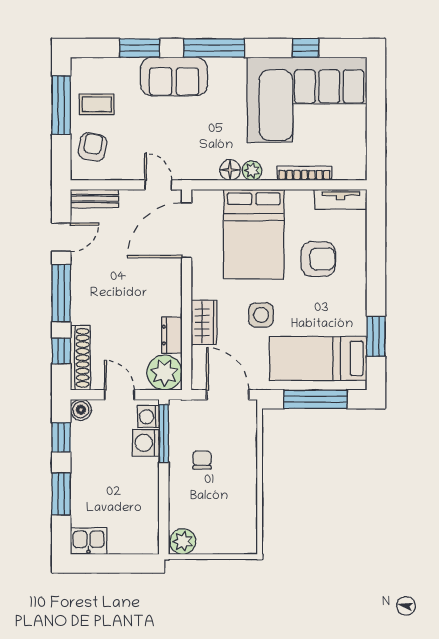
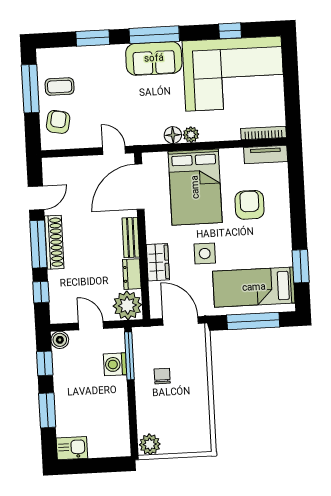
sofa: (174, 76) -> (154, 58), moved
bookcase: (304, 173) -> (264, 133), moved
bench: (94, 199) -> (131, 238), moved, turned 90
armchair: (318, 259) -> (250, 205), turned -90
shoe rack: (80, 358) -> (54, 242), moved
washing machine: (148, 417) -> (116, 343), removed

